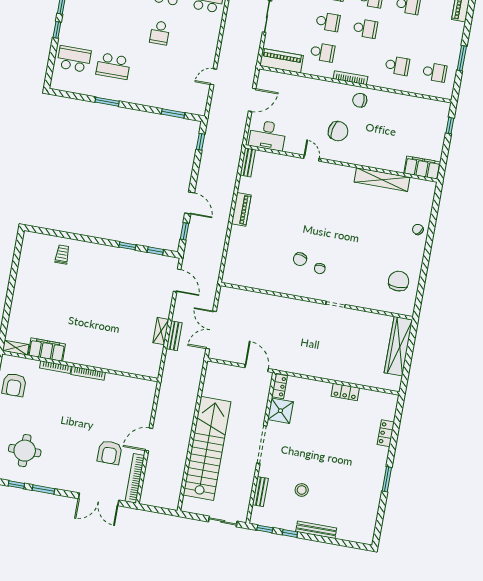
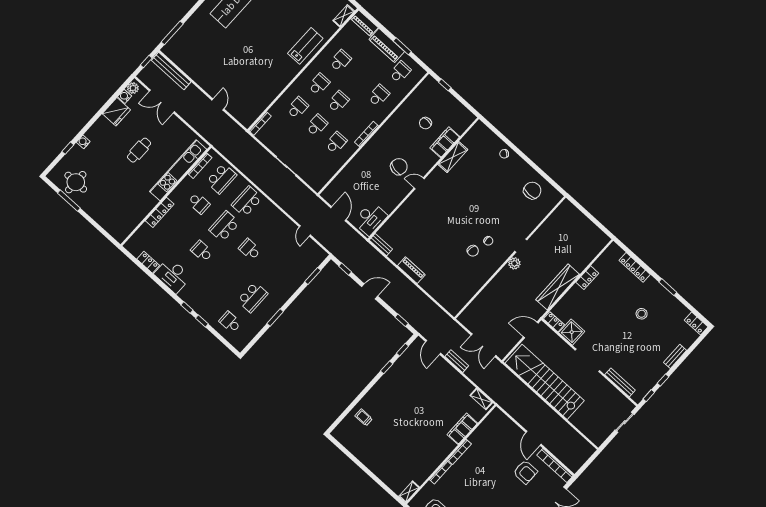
school desk: (160, 33) -> (250, 249), turned 180
school desk: (74, 59) -> (230, 322), width x0.54
piano: (281, 61) -> (387, 45), moved, turned -90
chair: (360, 100) -> (425, 123), moved
door: (311, 158) -> (419, 183), moved
filing cabinet: (422, 168) -> (445, 142), moved
shelving: (382, 180) -> (453, 157), width x0.68
door: (190, 203) -> (370, 291), moved
door: (177, 280) -> (433, 347), swing flipped
chair: (399, 281) -> (532, 191), turned 90
plant: (314, 309) -> (514, 263), added
shelving: (161, 331) -> (481, 399), moved
bench: (174, 336) -> (457, 361), moved
wardrobe: (398, 346) -> (558, 287), moved, turned 90
filing cabinet: (47, 350) -> (462, 429), moved
locker: (386, 433) -> (635, 267), width x1.53
stairs: (207, 448) -> (545, 382), moved
stool: (302, 490) -> (642, 314), moved
bench: (260, 492) -> (620, 382), width x1.36
bench: (316, 530) -> (675, 356), width x0.73
locker: (368, 531) -> (696, 323), added

